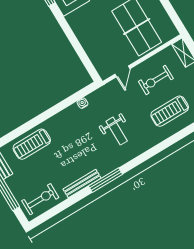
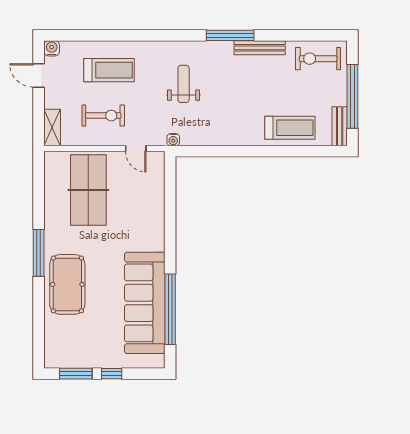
door: (122, 71) -> (136, 148), swing flipped
water cooler: (83, 103) -> (173, 140), moved

